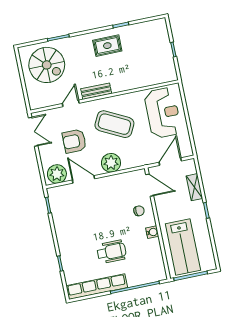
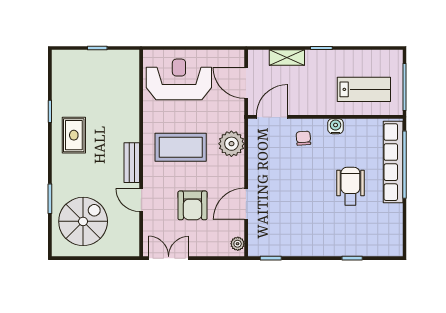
coffee table: (114, 124) -> (181, 147), turned 63
plant: (111, 163) -> (231, 144), moved
plant: (57, 174) -> (238, 244), width x0.53, depth x0.53
lab bench: (183, 247) -> (364, 89), width x0.73, depth x0.72
row of seats: (97, 287) -> (393, 162), moved

